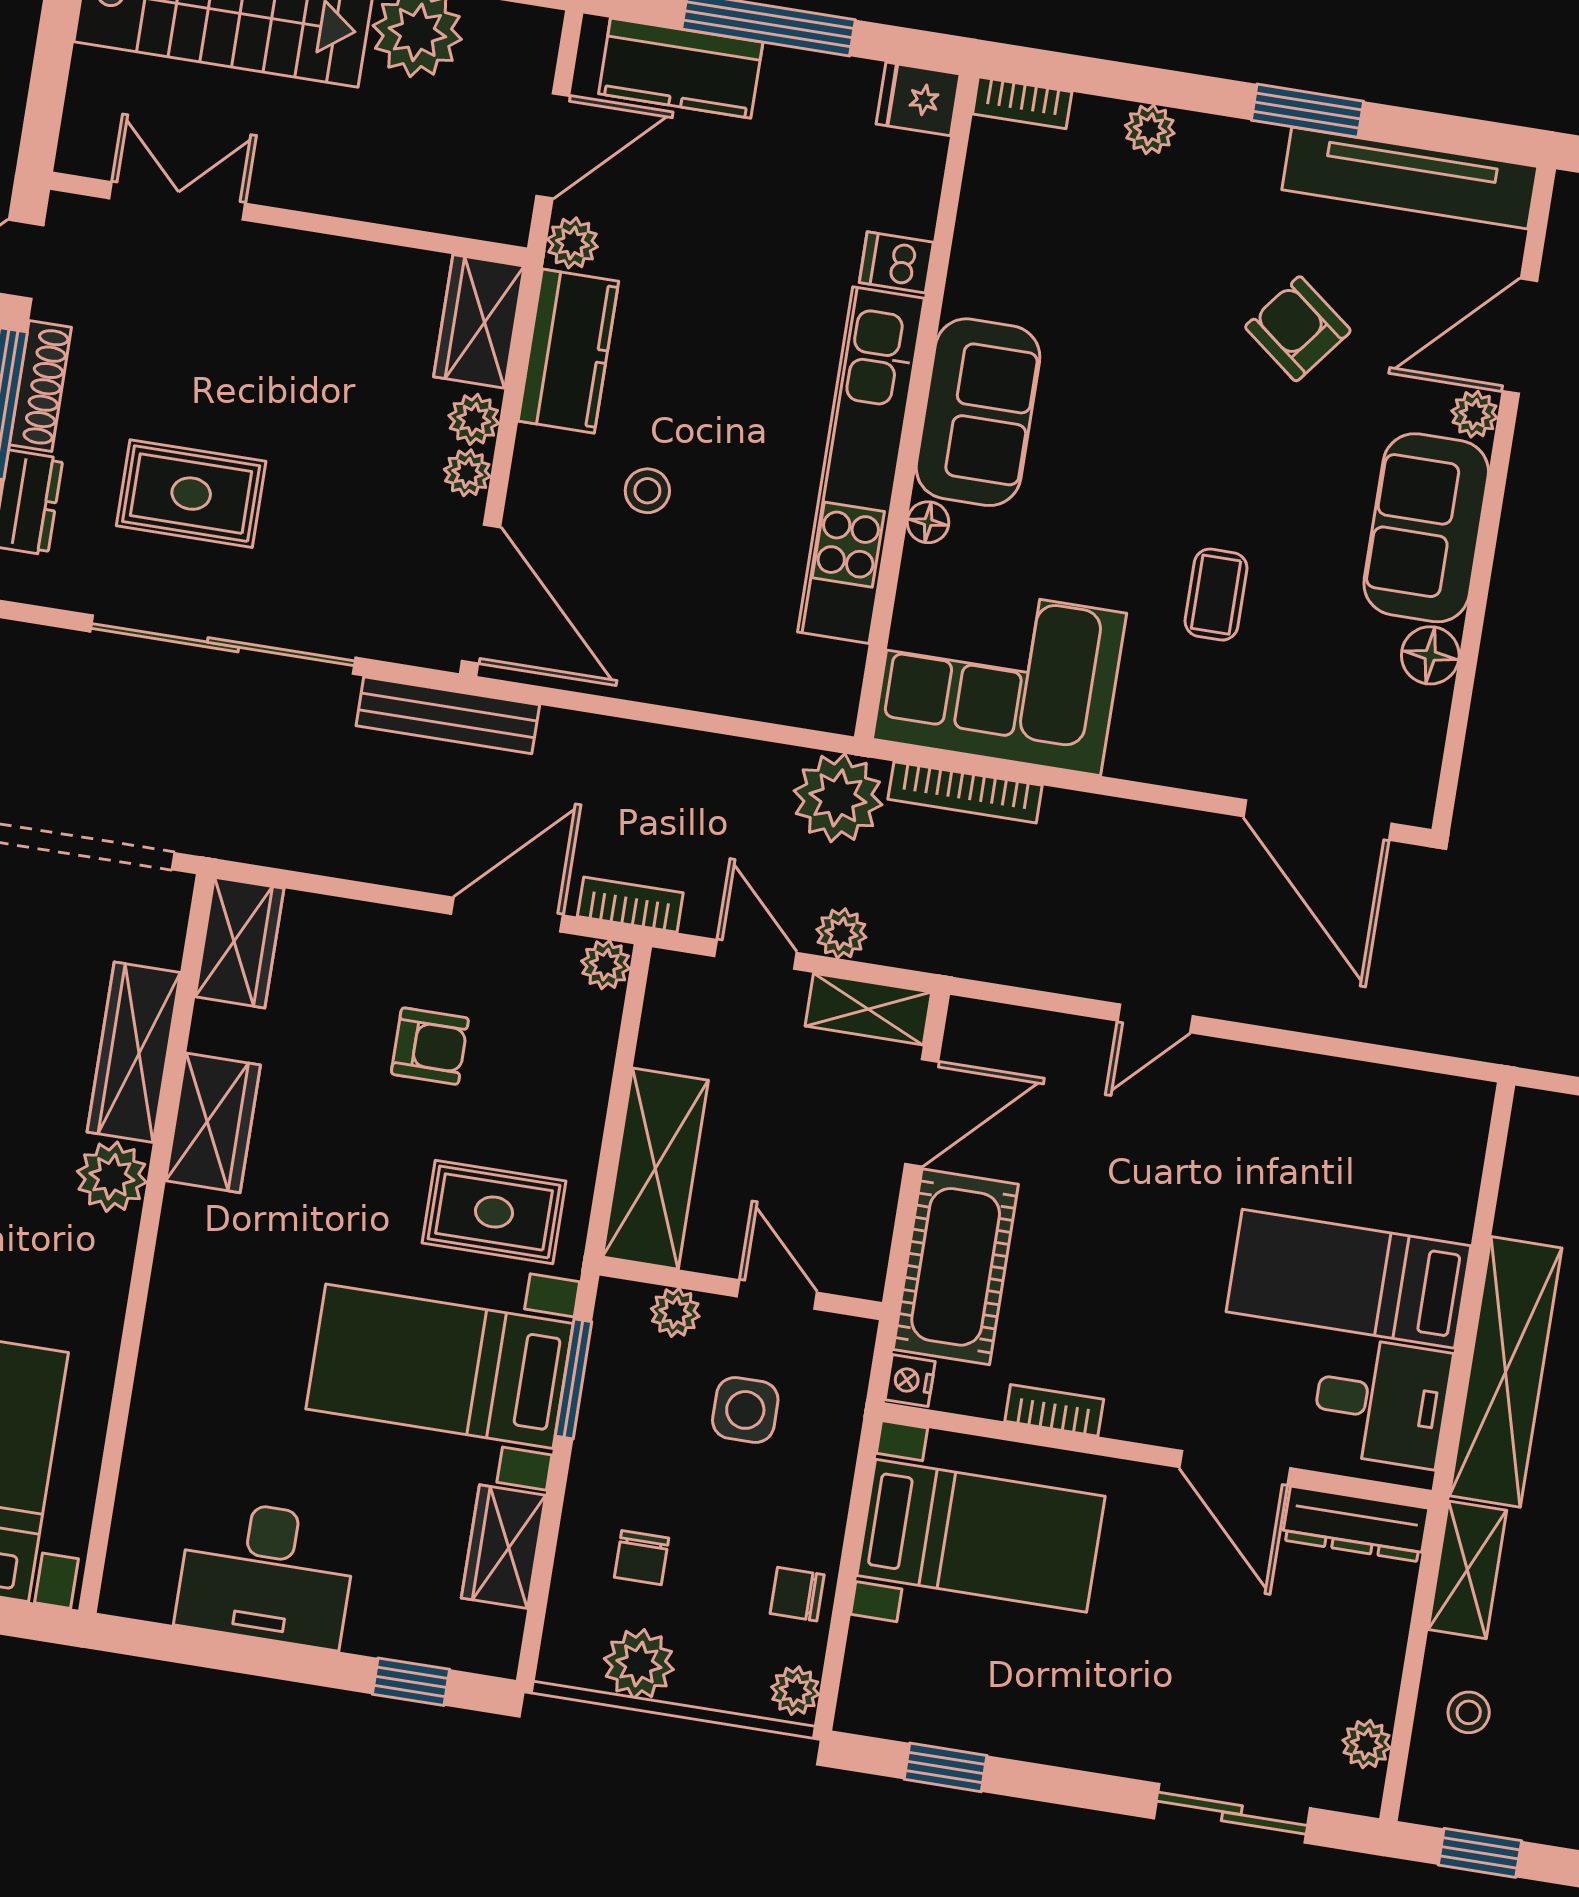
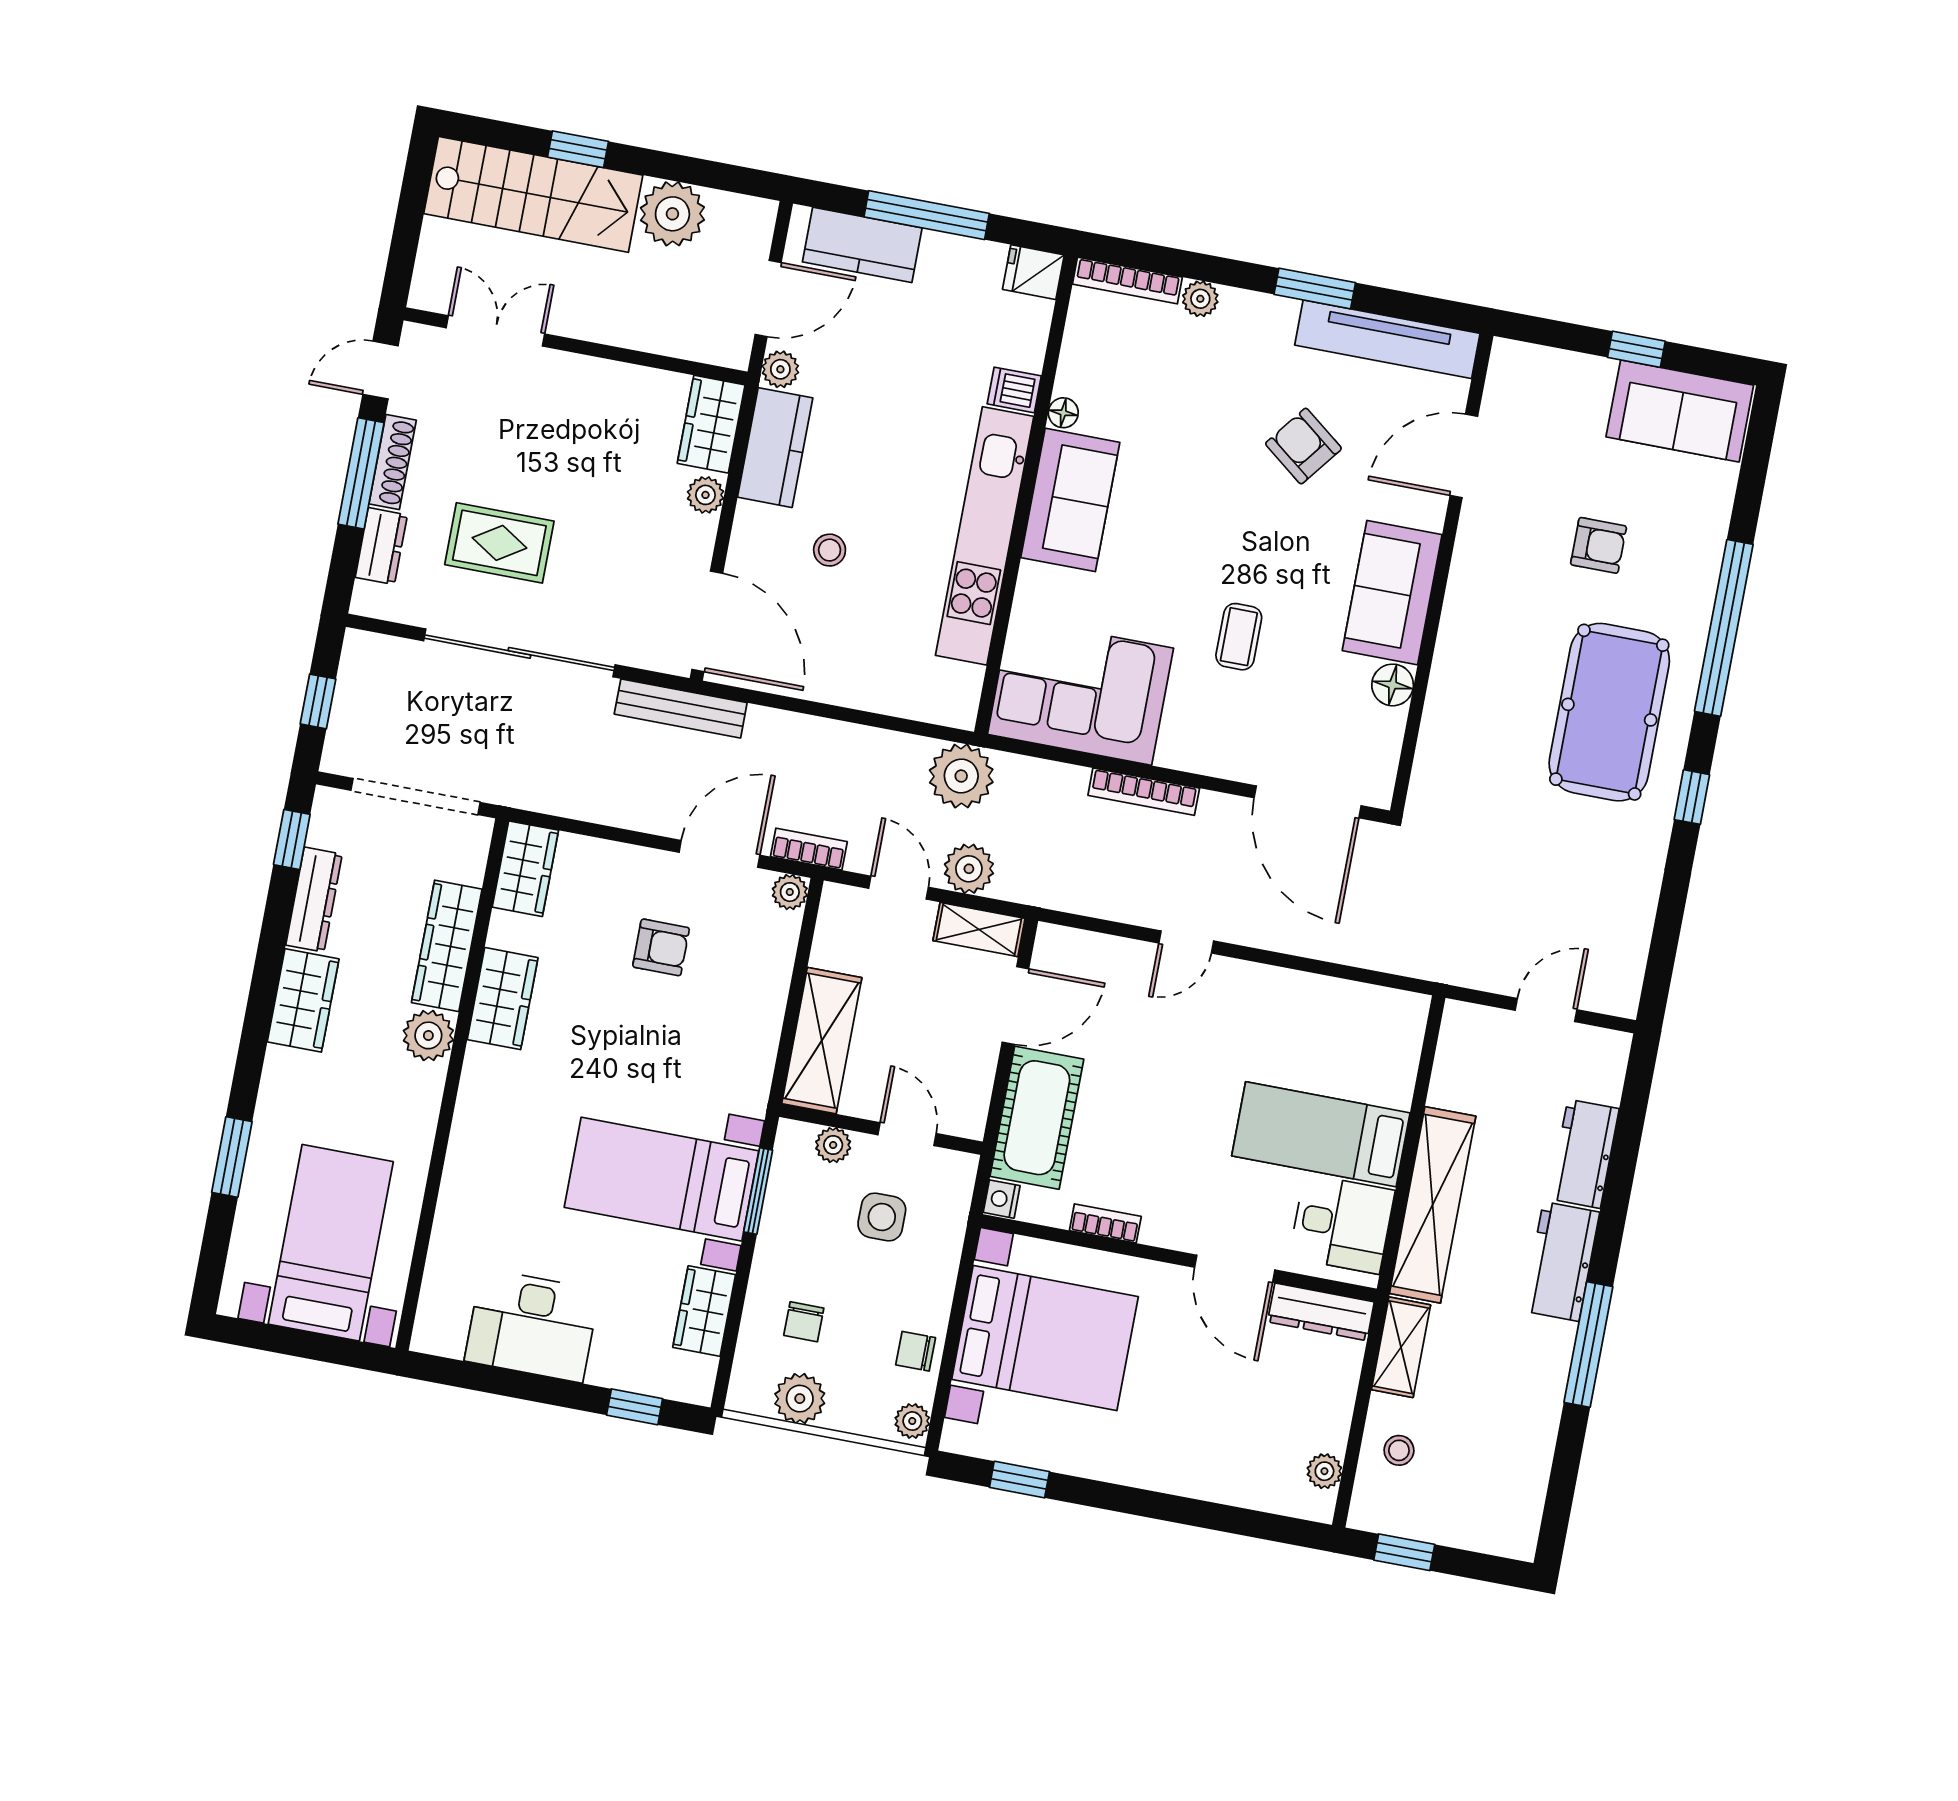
bookcase: (1022, 103) -> (1127, 281), width x1.56
plant: (1475, 414) -> (1429, 511), removed
plant: (467, 473) -> (700, 533), removed
floor lamp: (928, 522) -> (1063, 413), moved
bookcase: (965, 792) -> (1144, 792), moved
plant: (841, 933) -> (969, 869), width x1.38, depth x1.38
rug: (494, 1212) -> (704, 1069), removed
bed with nightstands: (981, 1536) -> (1045, 1338), width x1.36
sliding door: (1232, 1813) -> (1226, 1519), removed

